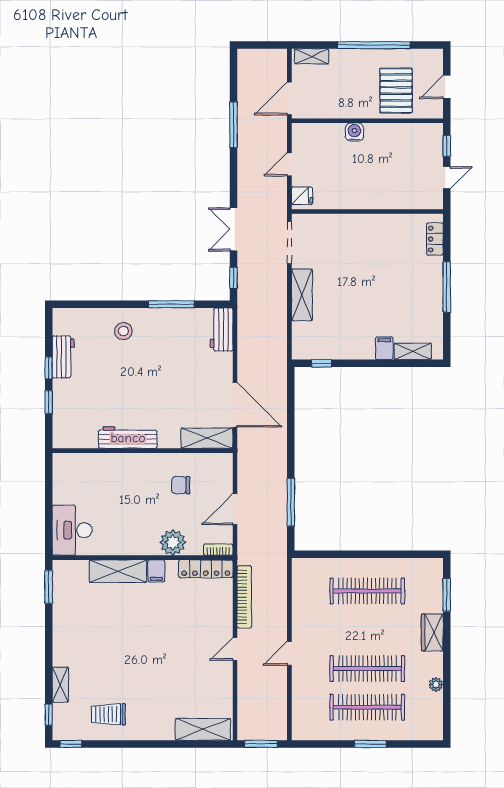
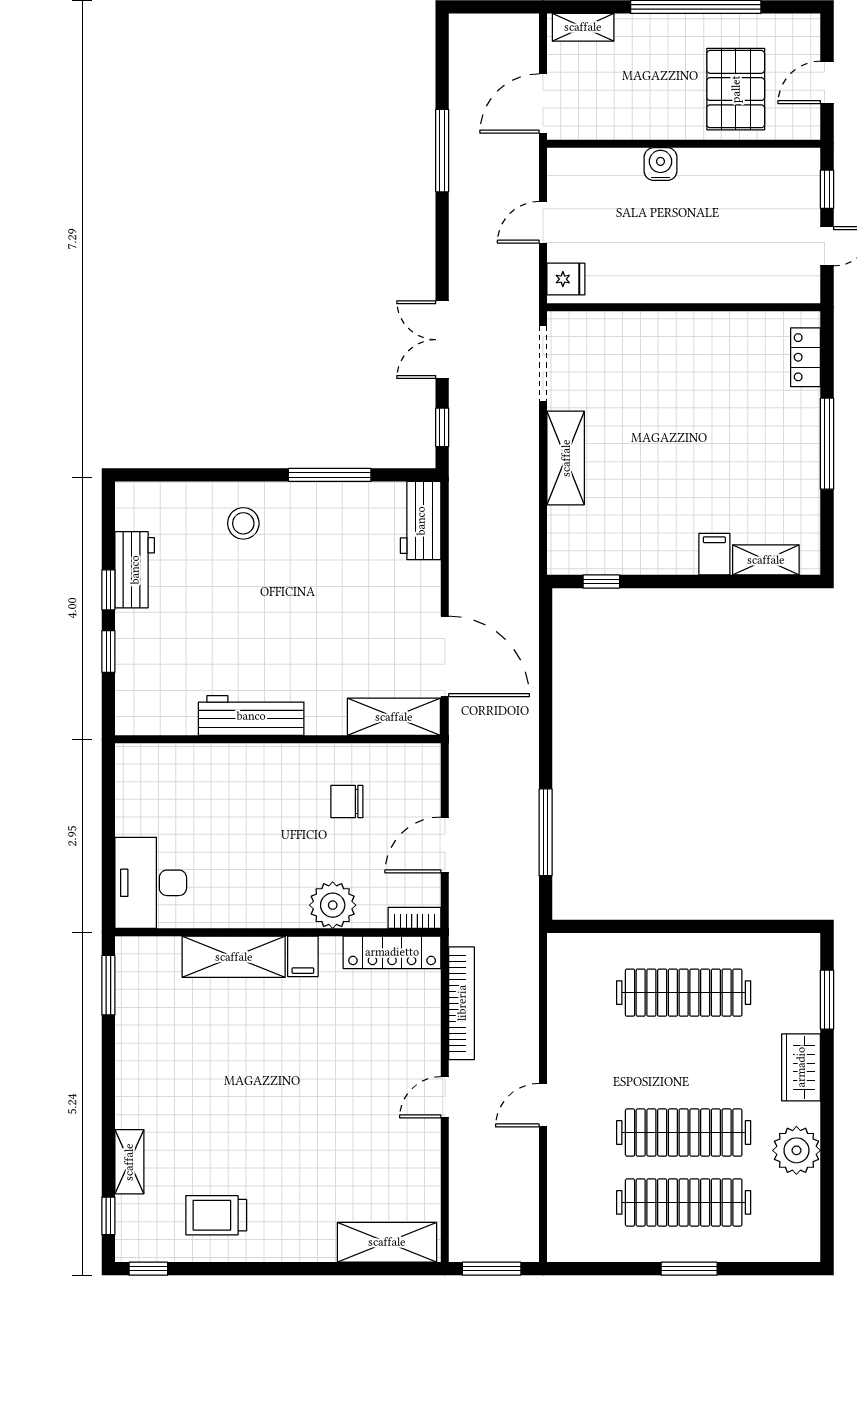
plant: (436, 685) -> (796, 1150), width x1.88, depth x1.88

